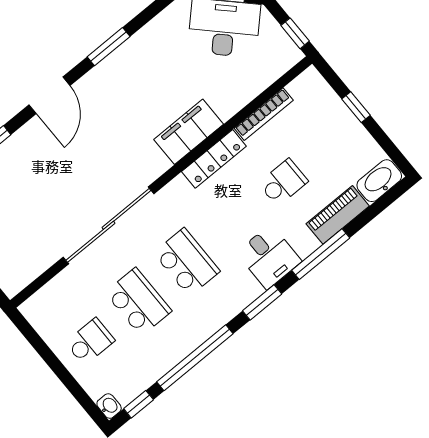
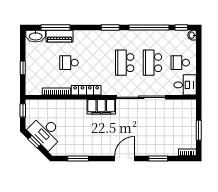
window: (109, 47) -> (78, 159), moved
filing cabinet: (189, 132) -> (101, 107), moved
window: (321, 254) -> (56, 27), moved
desk: (269, 257) -> (185, 85), moved, turned 90

